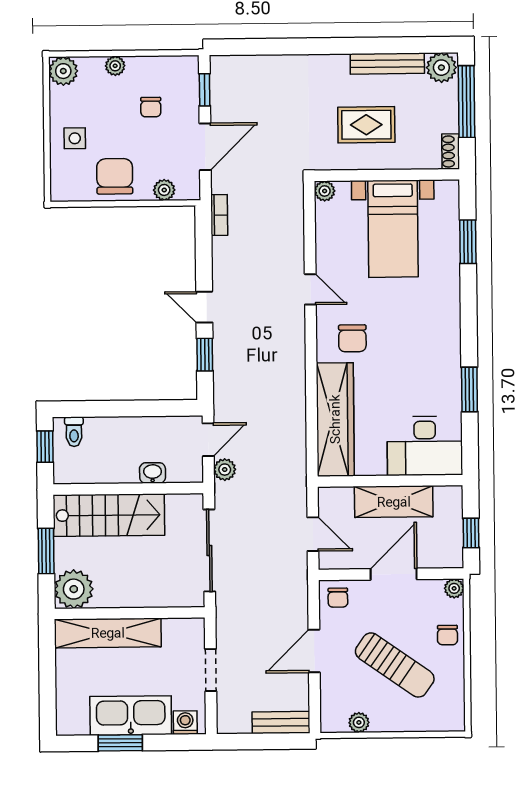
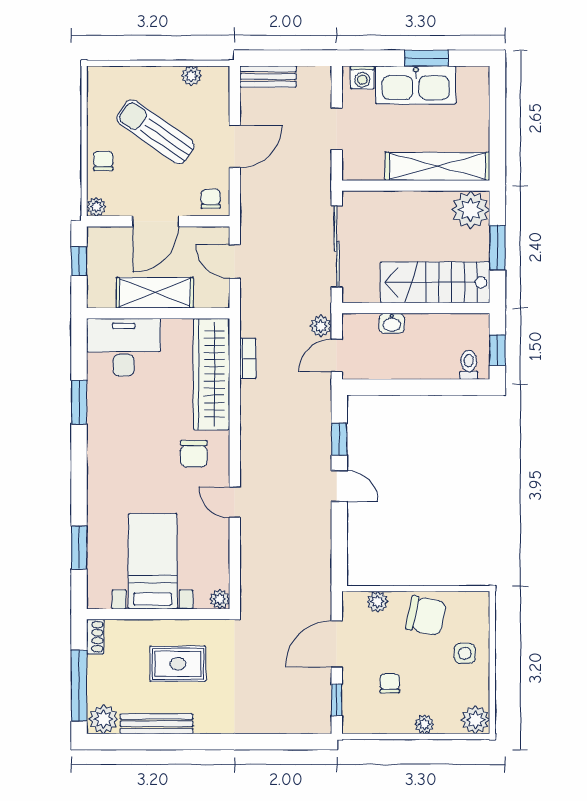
chair: (115, 176) -> (426, 616), turned -78
bookcase: (219, 215) -> (248, 358), moved, turned 180
chair: (352, 338) -> (194, 454), turned 180

